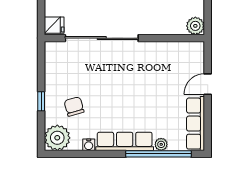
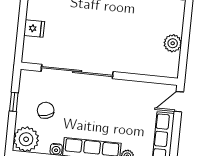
sliding door: (102, 38) -> (77, 72), moved
wall: (124, 38) -> (99, 74), moved

